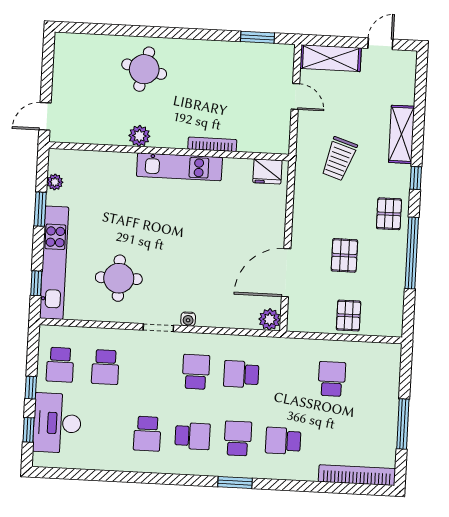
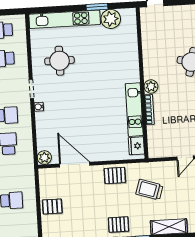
plant: (139, 136) -> (151, 86), moved
kitchen unit: (179, 167) -> (134, 110), moved
plant: (55, 182) -> (111, 19), width x1.87, depth x1.87
pallet: (344, 255) -> (115, 175), moved
window: (36, 283) -> (51, 10), removed

